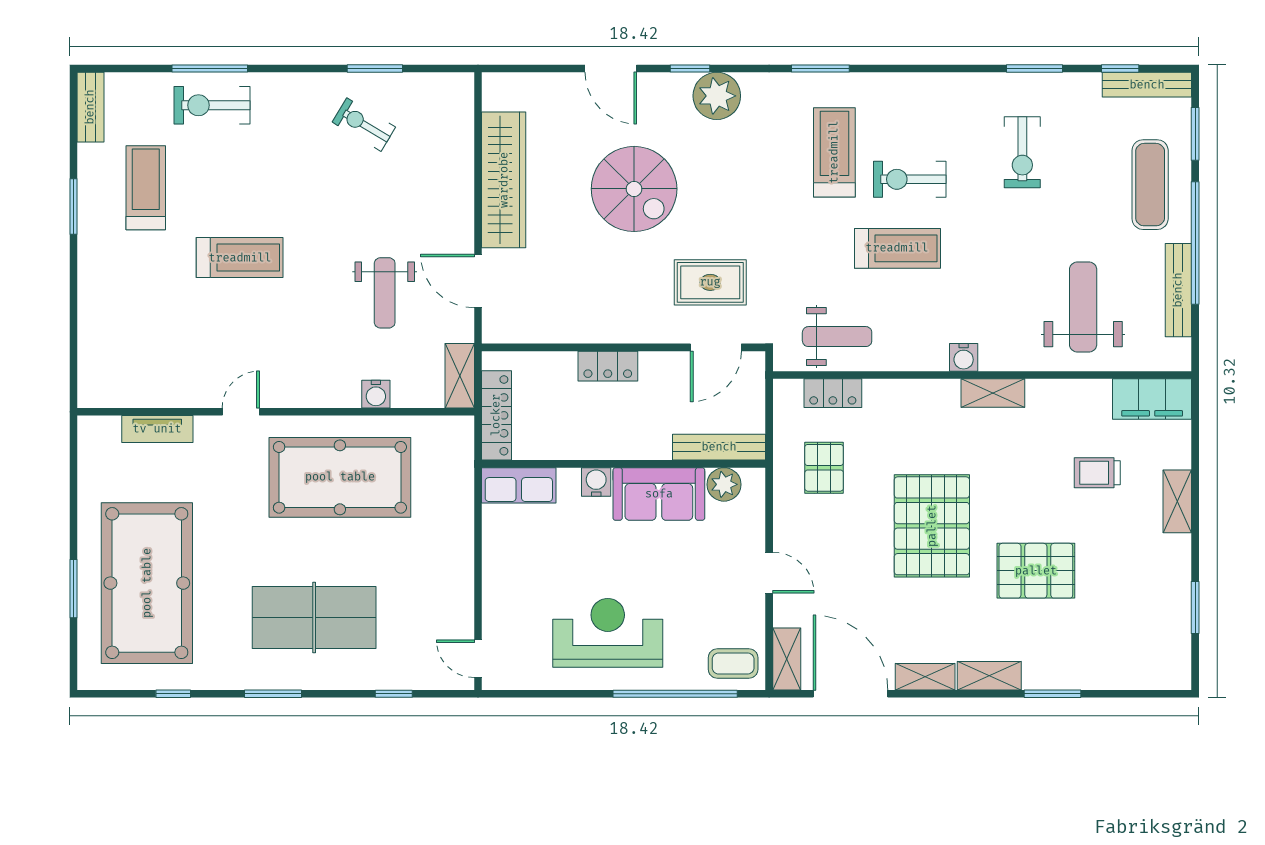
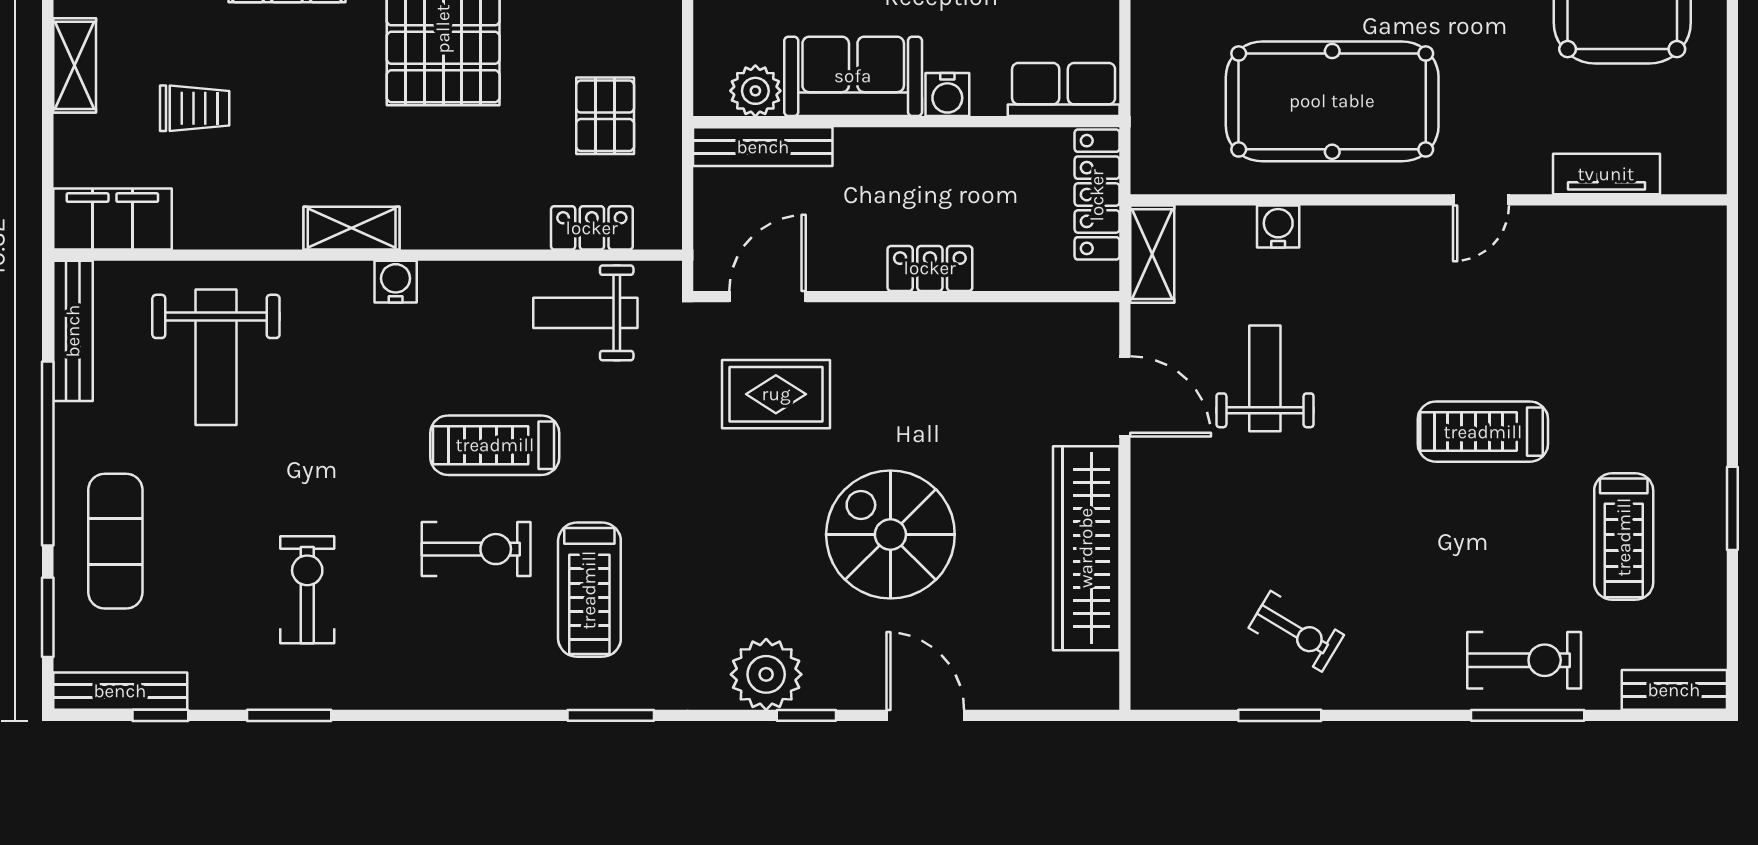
bench: (90, 107) -> (1674, 690), moved, turned 90
bench: (1178, 290) -> (73, 331), moved

